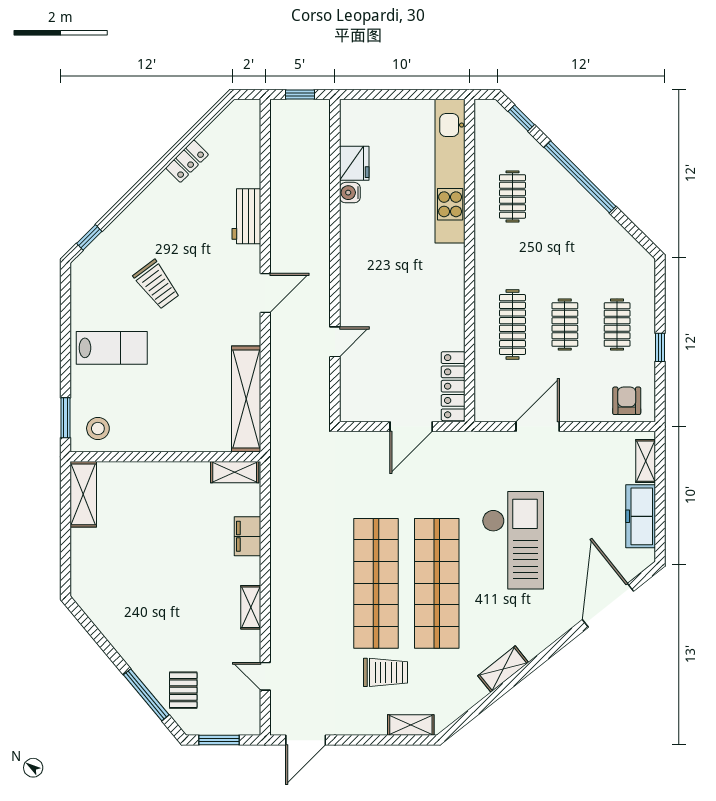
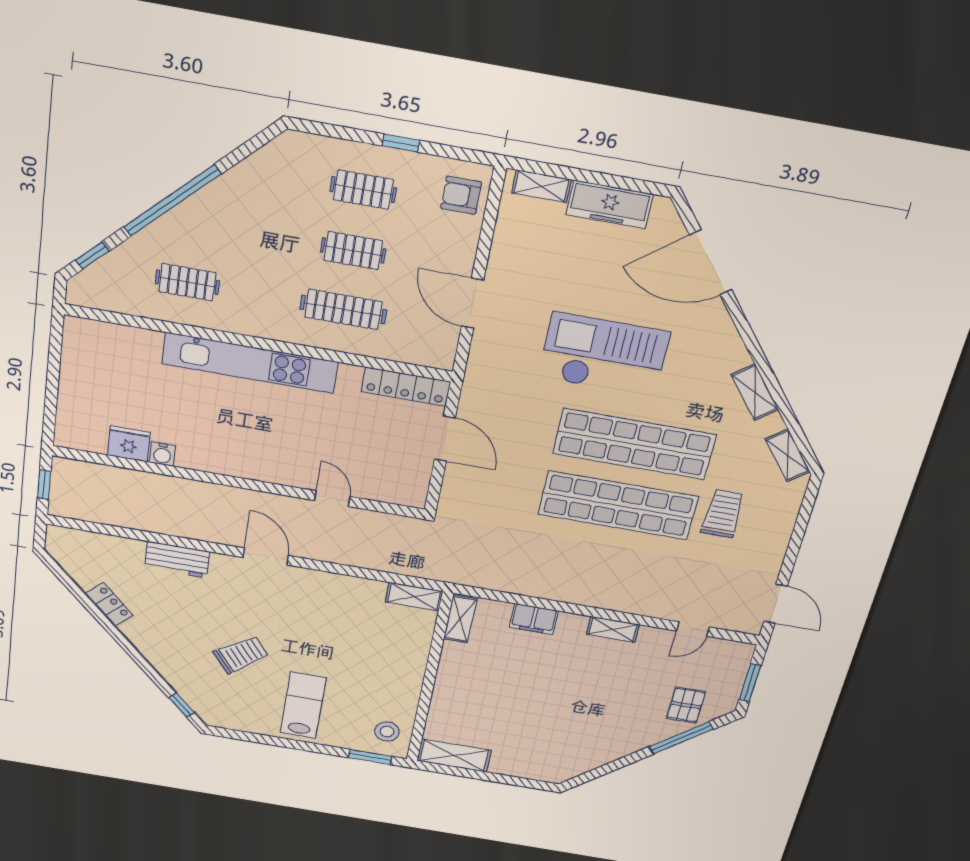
kitchen unit: (450, 171) -> (250, 363), moved
shelving: (246, 399) -> (414, 597), width x0.45, depth x0.75
pallet: (183, 690) -> (686, 705), turned 90
shelving: (411, 725) -> (788, 455), moved, turned -39

